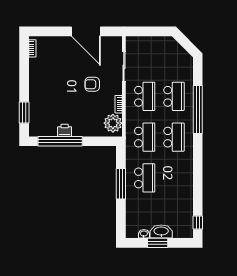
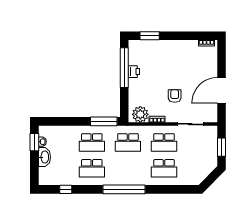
window: (150, 31) -> (221, 147), added
window: (198, 109) -> (124, 189), moved
school desk: (174, 137) -> (92, 168), moved
window: (121, 184) -> (104, 121), moved
window: (198, 222) -> (66, 189), moved
window: (158, 243) -> (34, 142), moved

